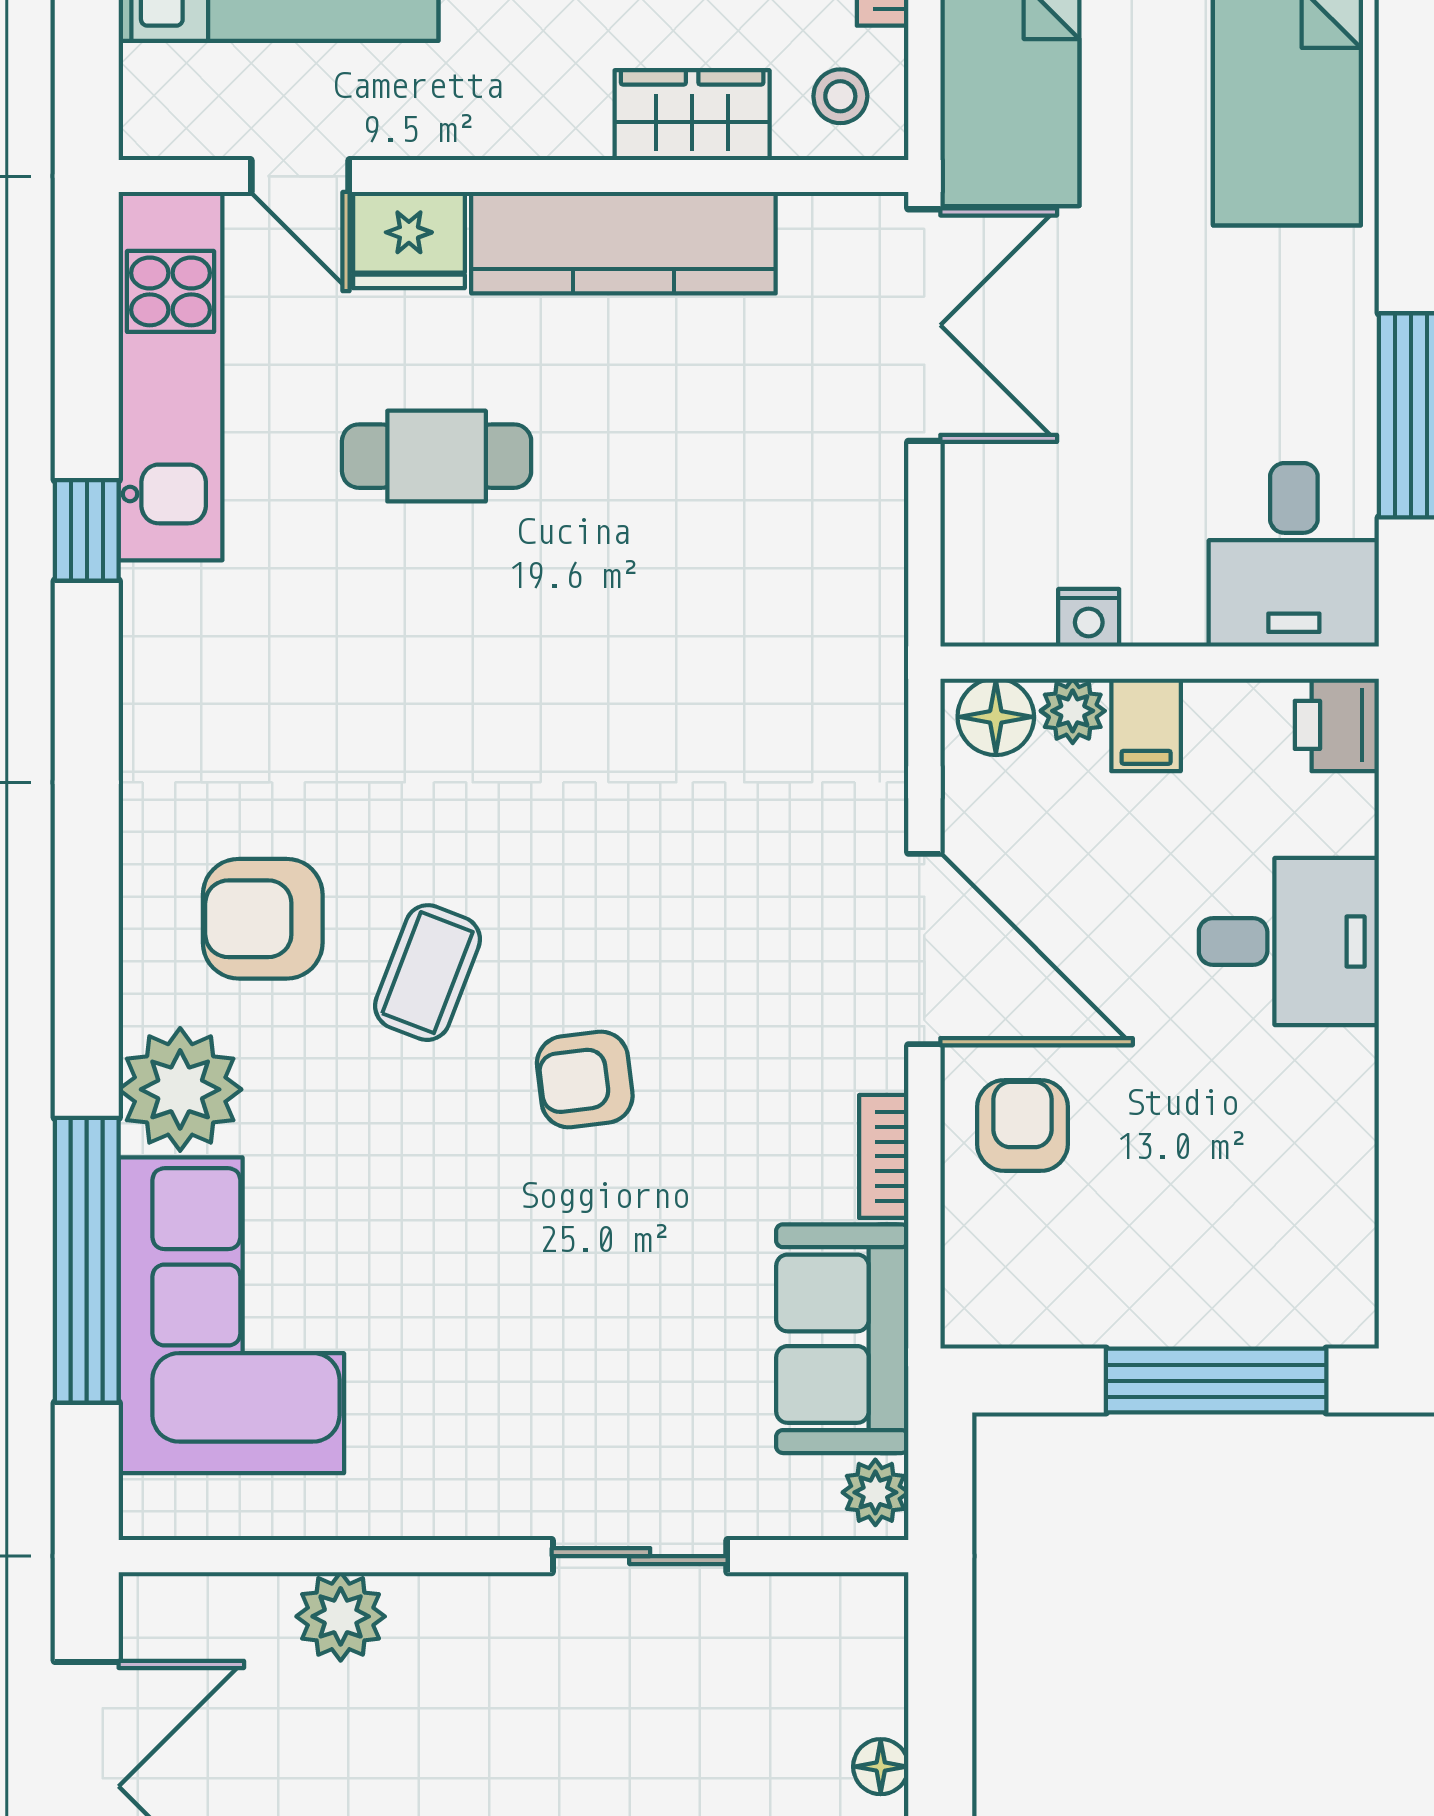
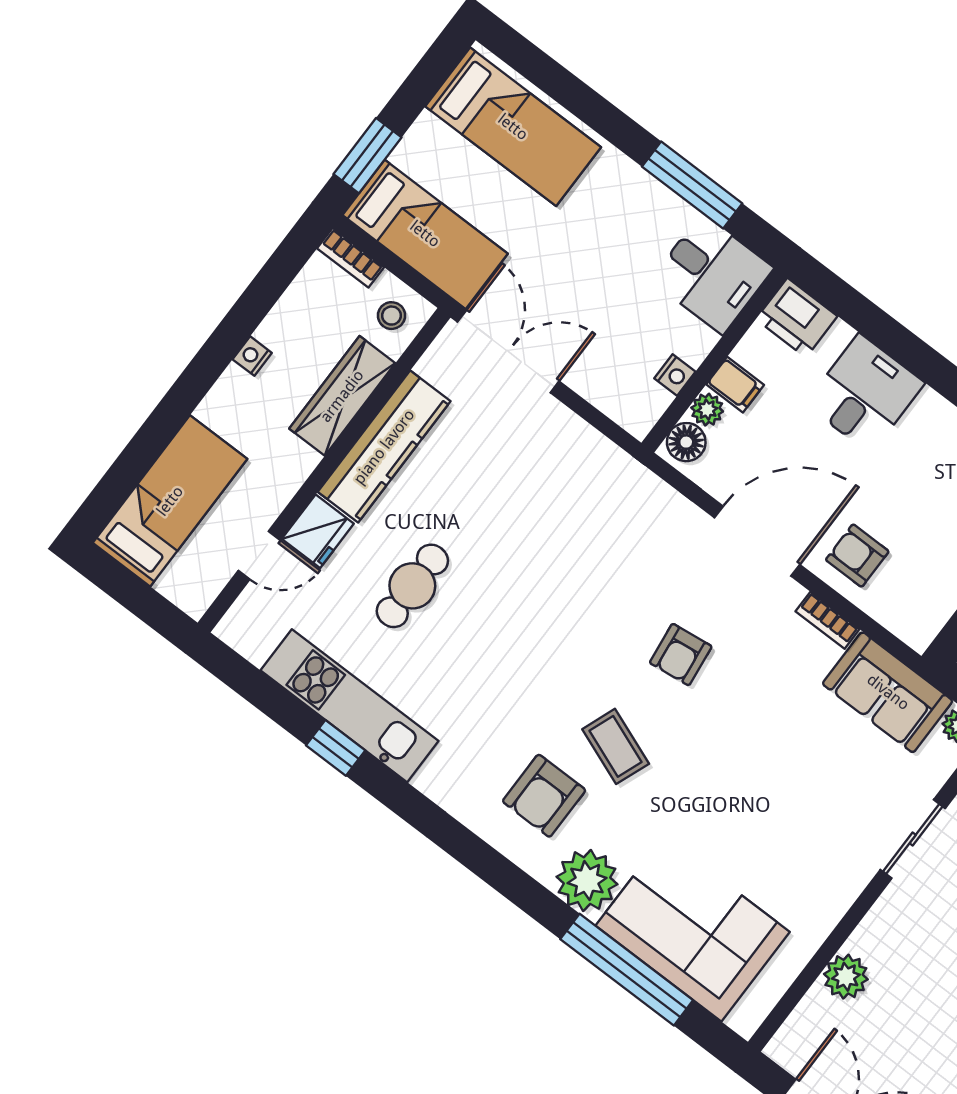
wardrobe: (692, 115) -> (342, 396), width x1.50
kitchen unit: (171, 376) -> (349, 706), moved
printer: (1337, 725) -> (797, 318), width x1.36, depth x1.24
armchair: (585, 1080) -> (681, 655), moved

